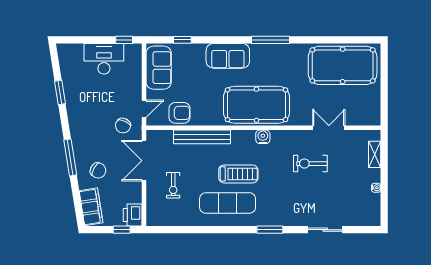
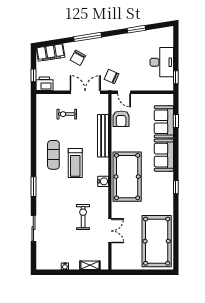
window: (271, 40) -> (176, 187), width x0.46
sofa: (159, 68) -> (164, 122), moved, turned 90
exercise mat: (228, 203) -> (53, 155), width x0.73, depth x0.69

